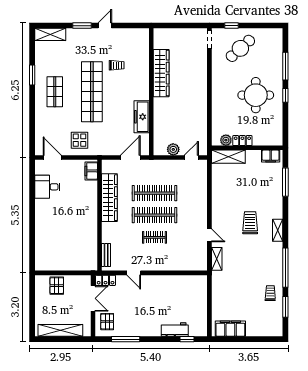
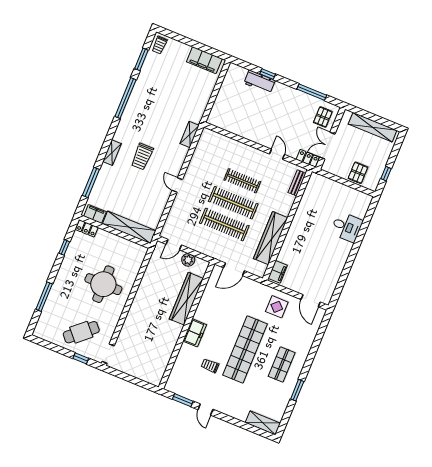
window: (82, 26) -> (183, 400), moved
door: (105, 26) -> (205, 410), hinge flipped
wardrobe: (161, 73) -> (186, 299), moved
round table: (256, 95) -> (103, 284), moved
window: (285, 95) -> (64, 247), moved
freezer: (142, 117) -> (195, 333), moved, width x0.71
plant: (226, 140) -> (133, 248), removed
locker: (242, 141) -> (87, 228), moved
shelving: (228, 157) -> (129, 227), width x1.47
desk: (47, 187) -> (347, 227), moved
shelving: (278, 230) -> (112, 153), moved
door: (209, 235) -> (177, 185), moved
clothes rail: (154, 237) -> (242, 181), width x1.36
trolley: (270, 293) -> (160, 45), moved
window: (32, 295) -> (386, 174), added
window: (187, 339) -> (268, 74), moved

